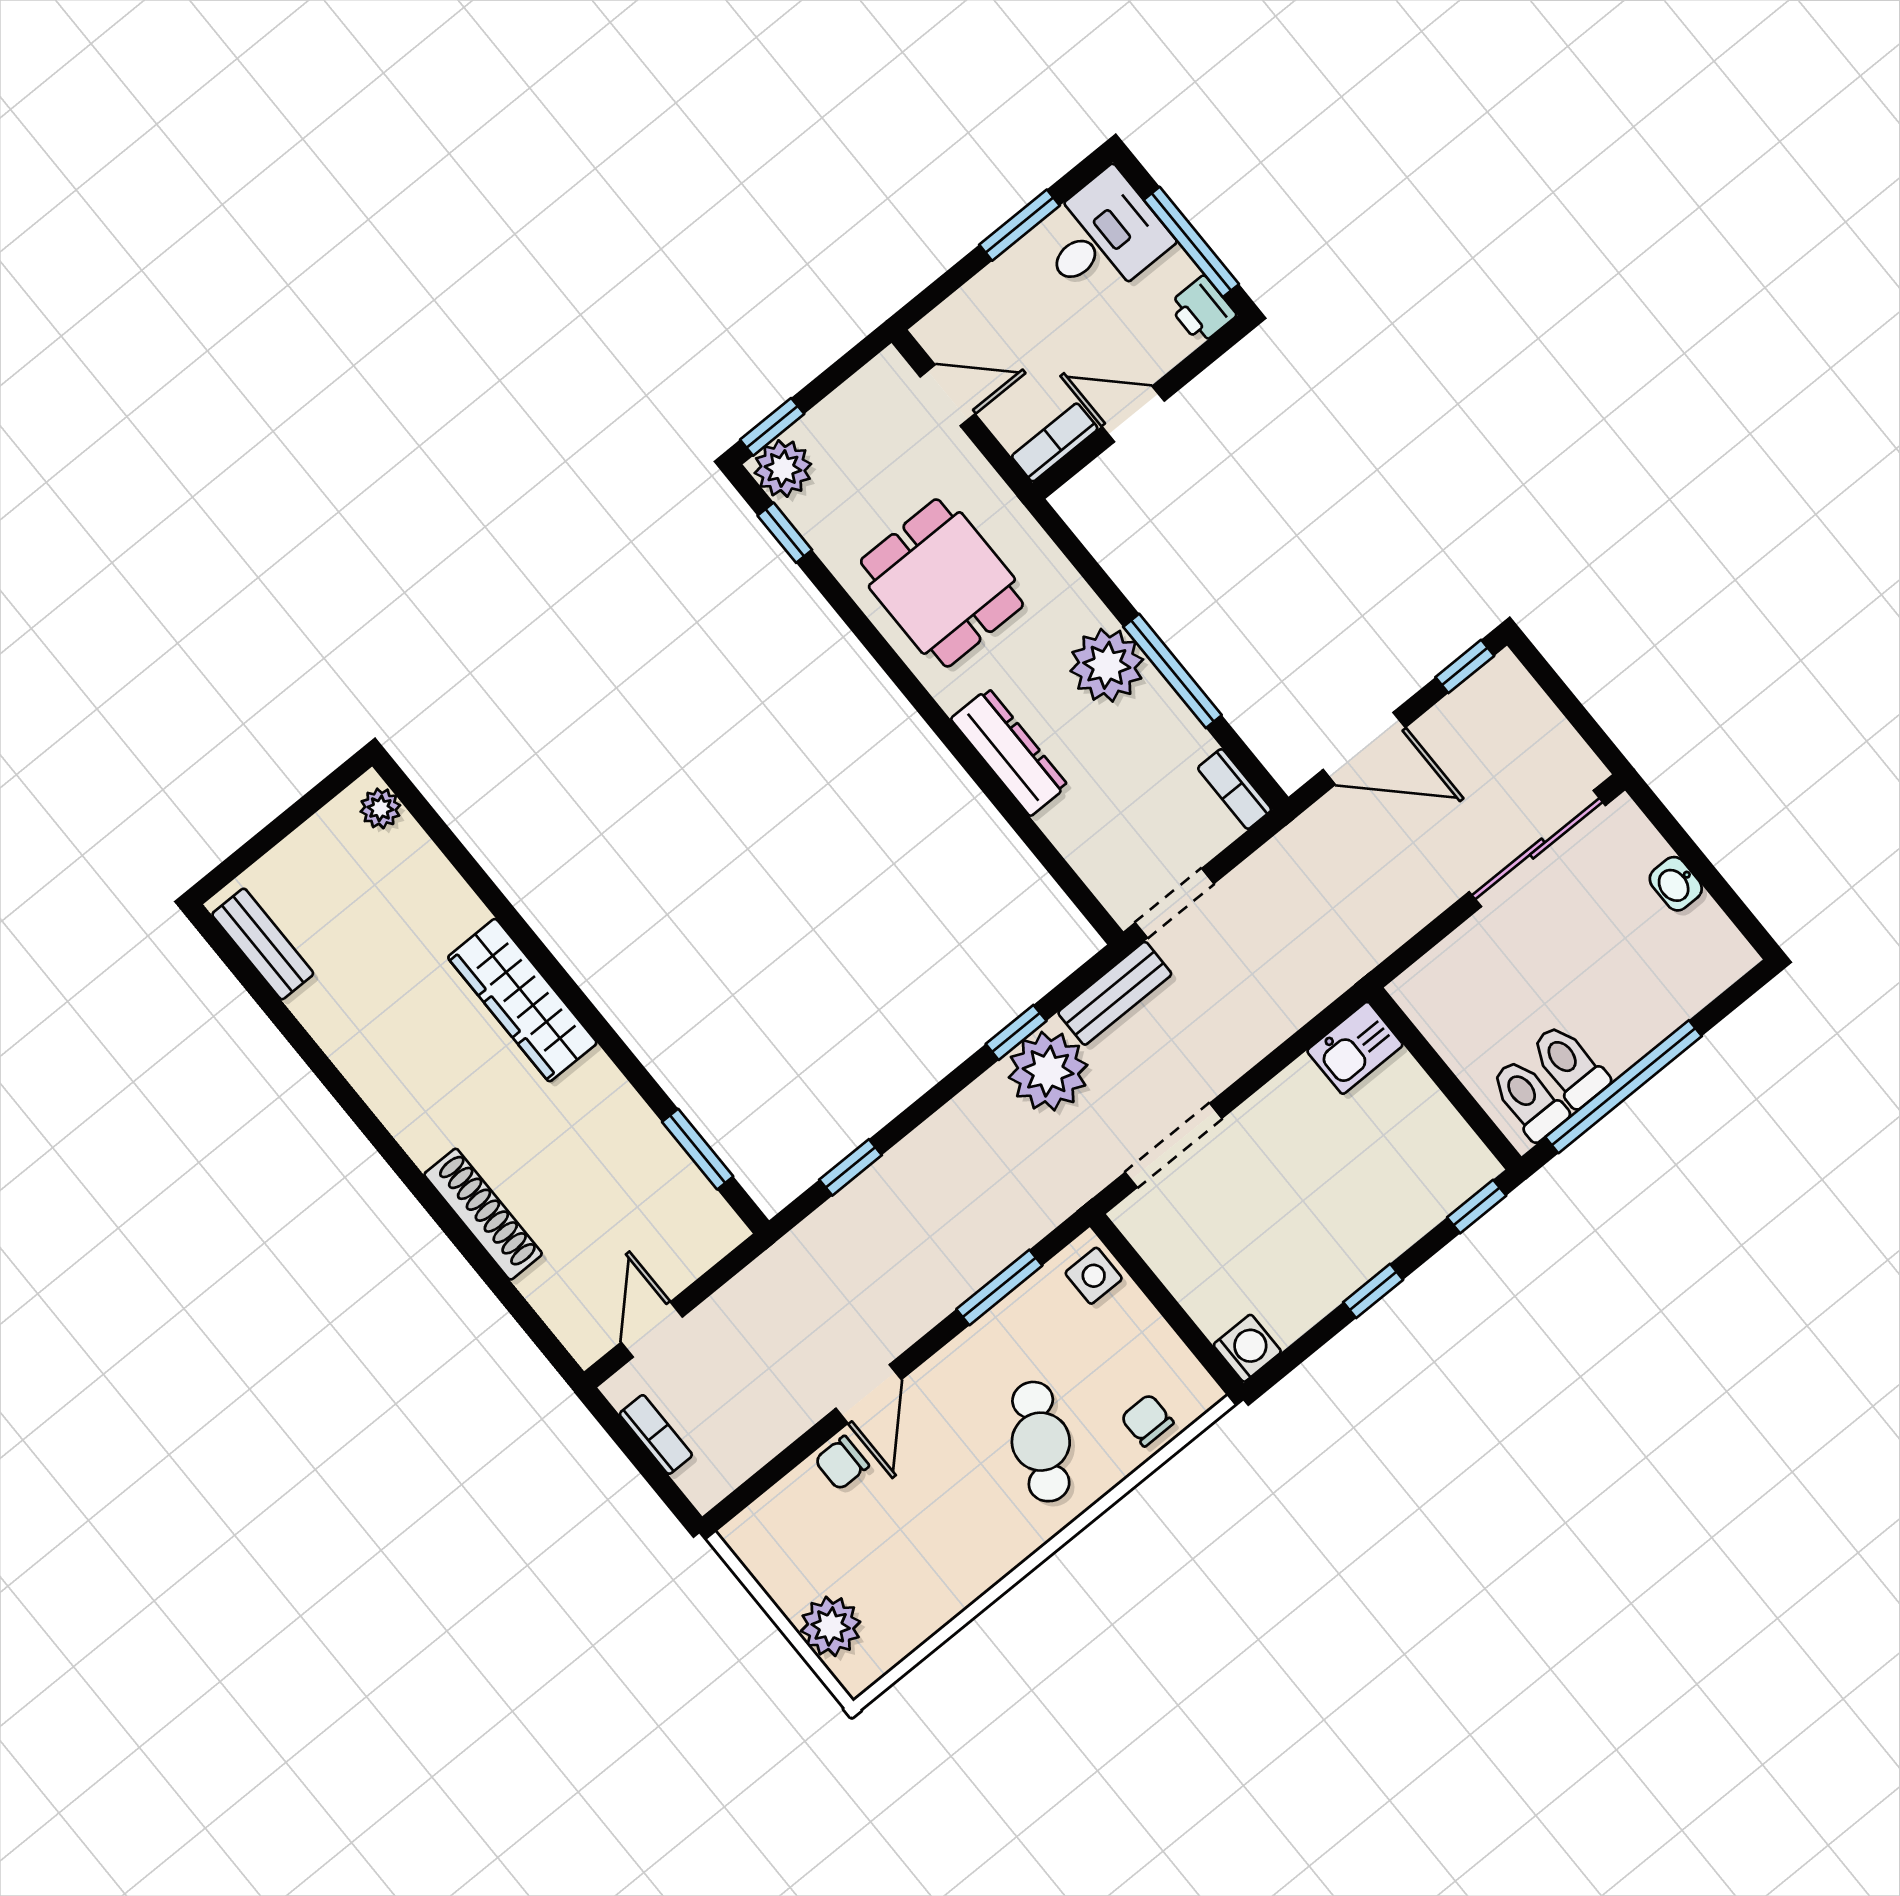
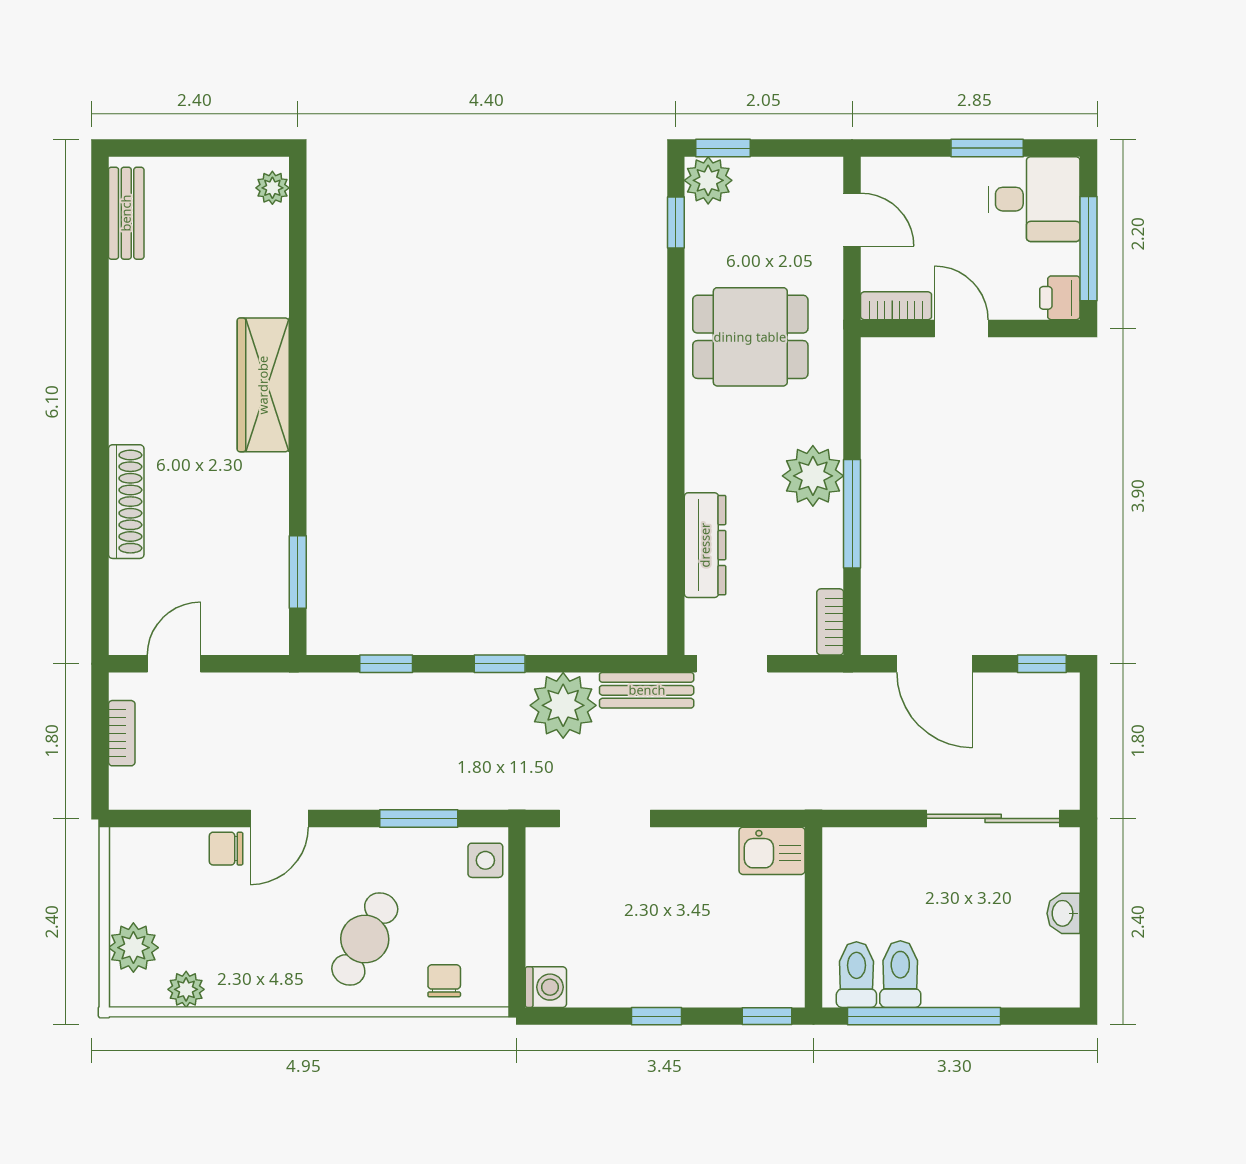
dining table: (942, 583) -> (750, 337), turned 90
dresser: (1009, 752) -> (705, 545), moved
window: (1016, 1032) -> (500, 664), moved
plant: (912, 1625) -> (186, 989), added

